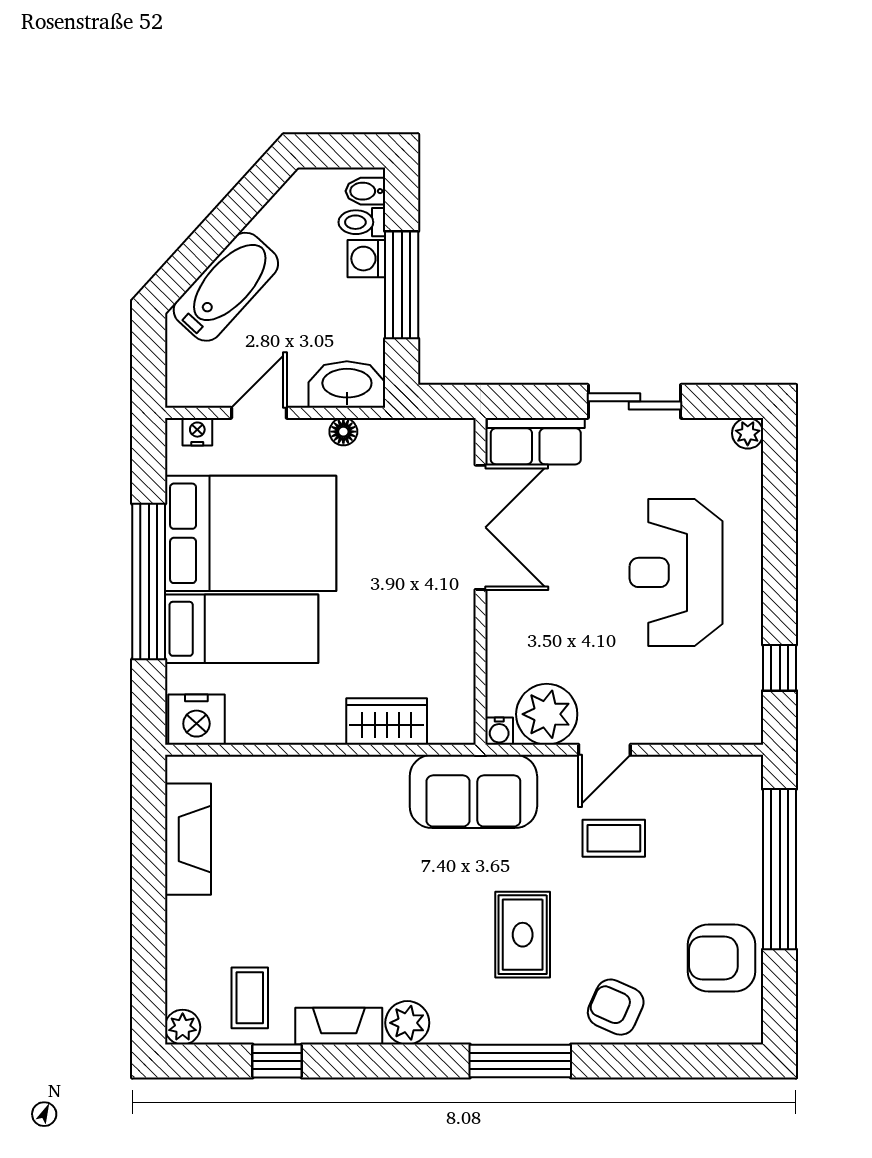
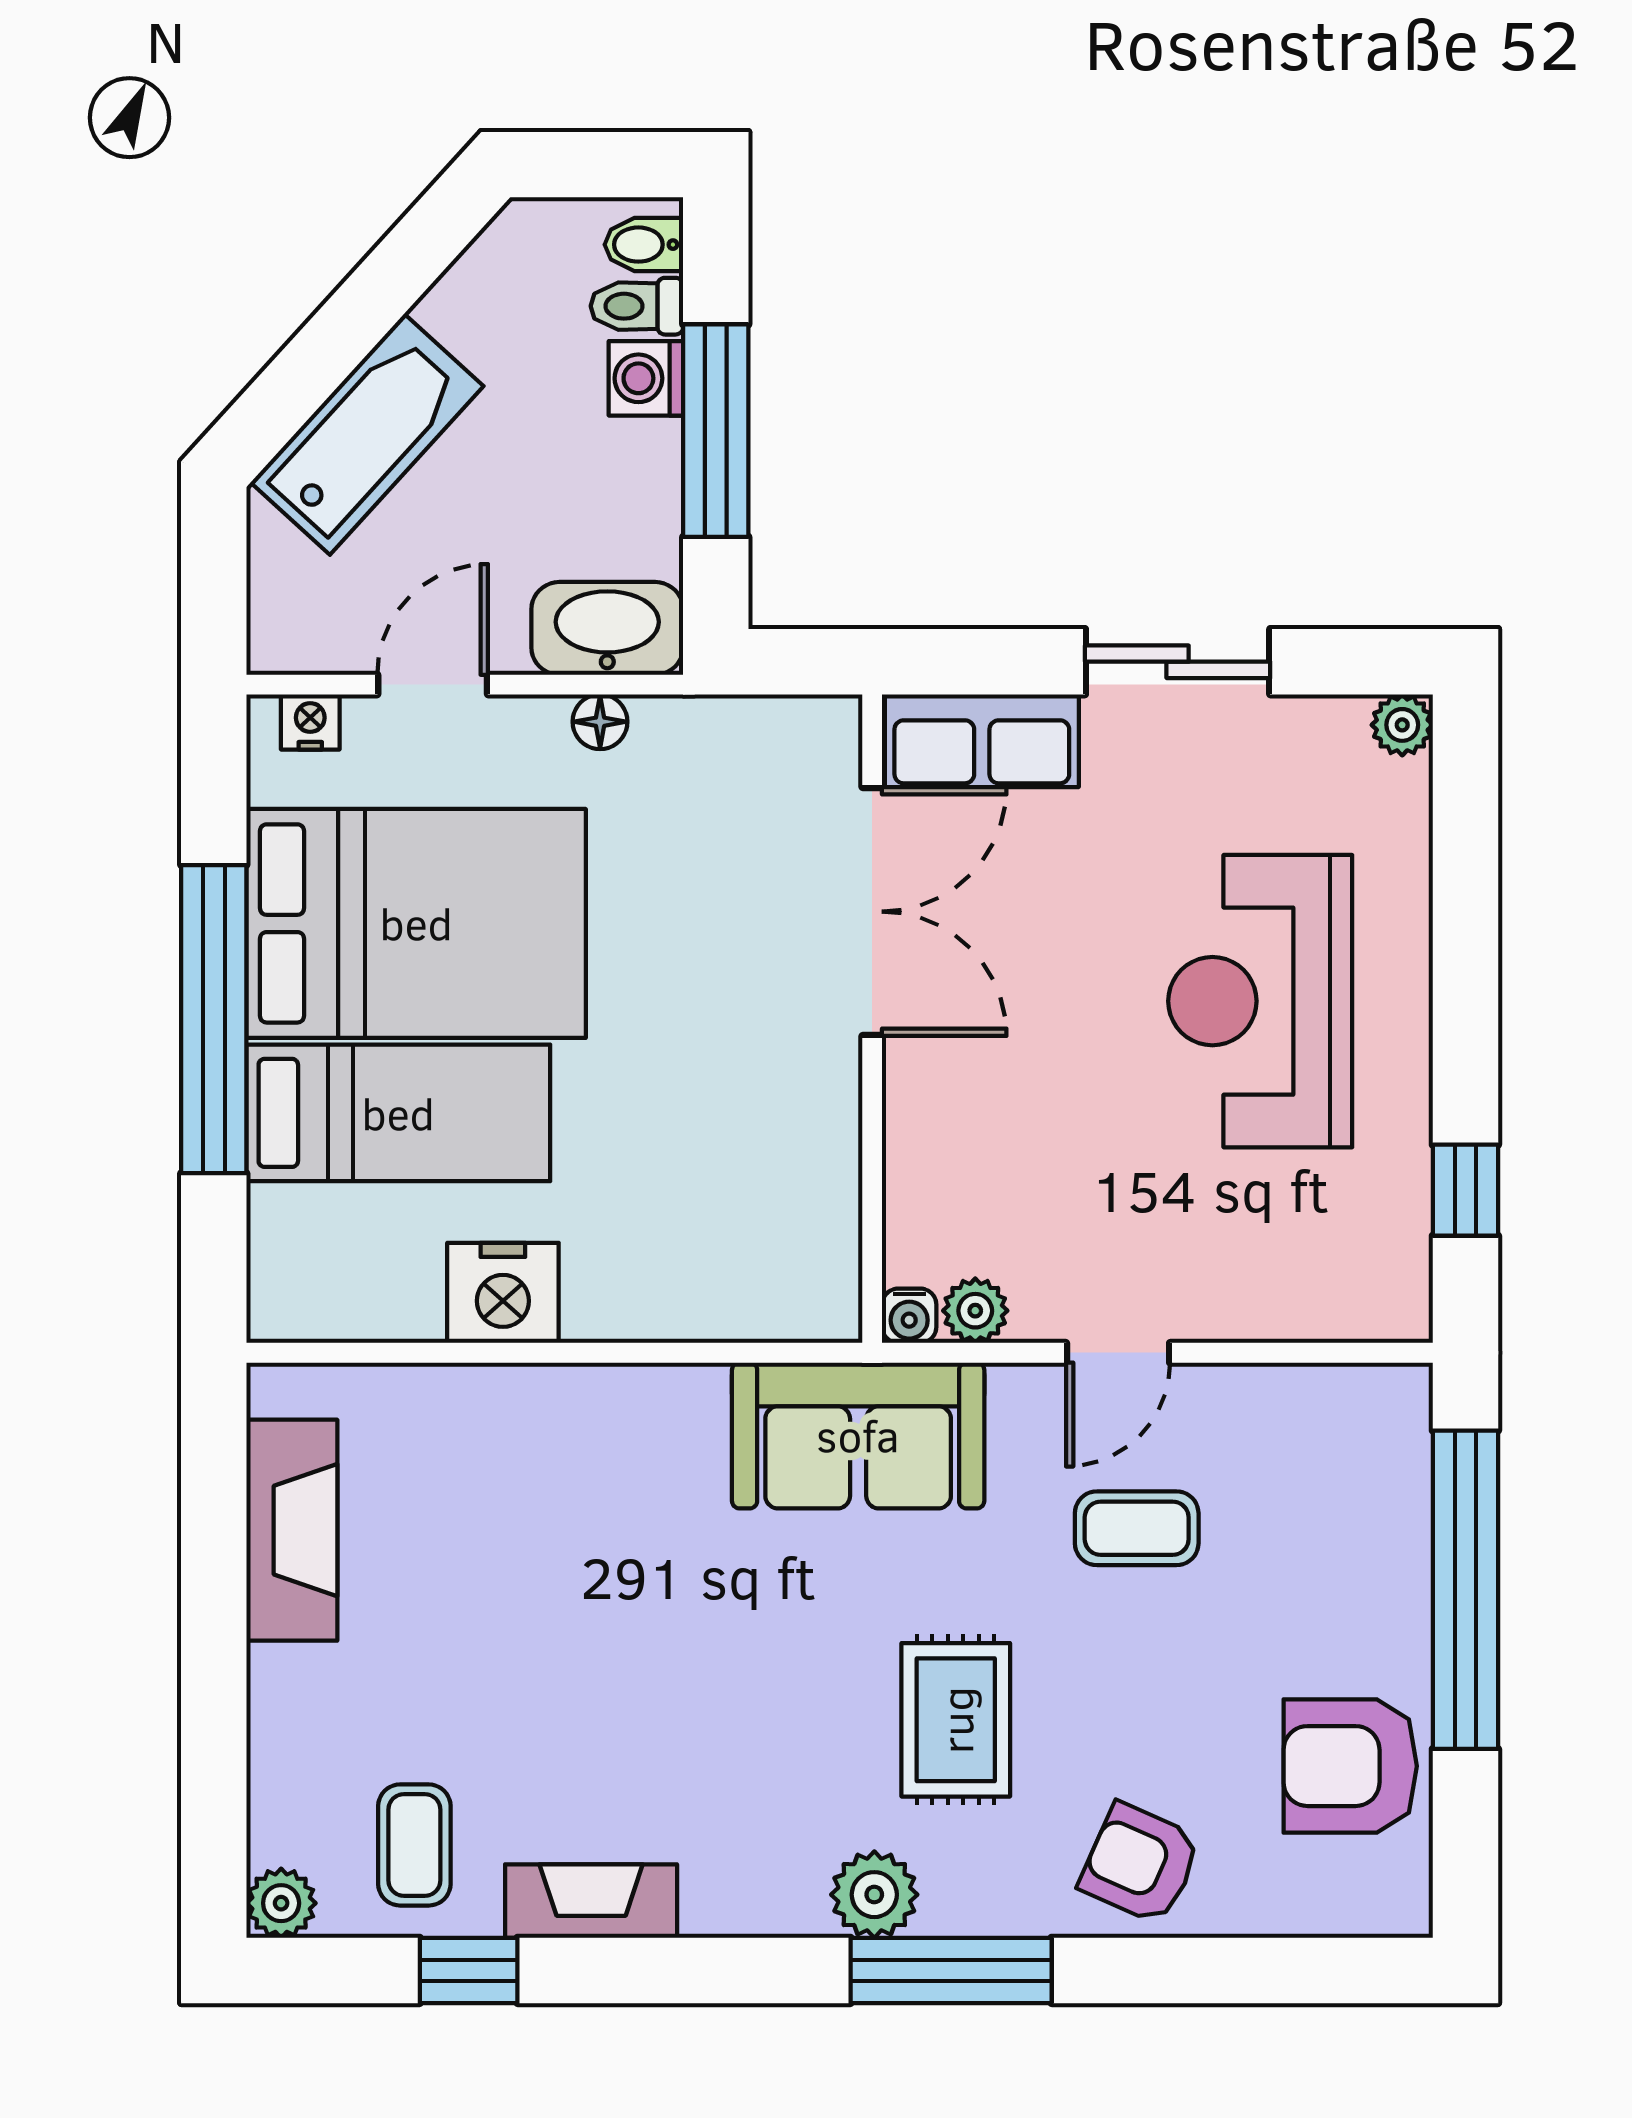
plant: (547, 714) -> (975, 1311), width x0.53, depth x0.53
nightstand: (196, 720) -> (503, 1293), moved
wardrobe: (387, 721) -> (686, 1297), removed
plant: (407, 1023) -> (874, 1895), moved

